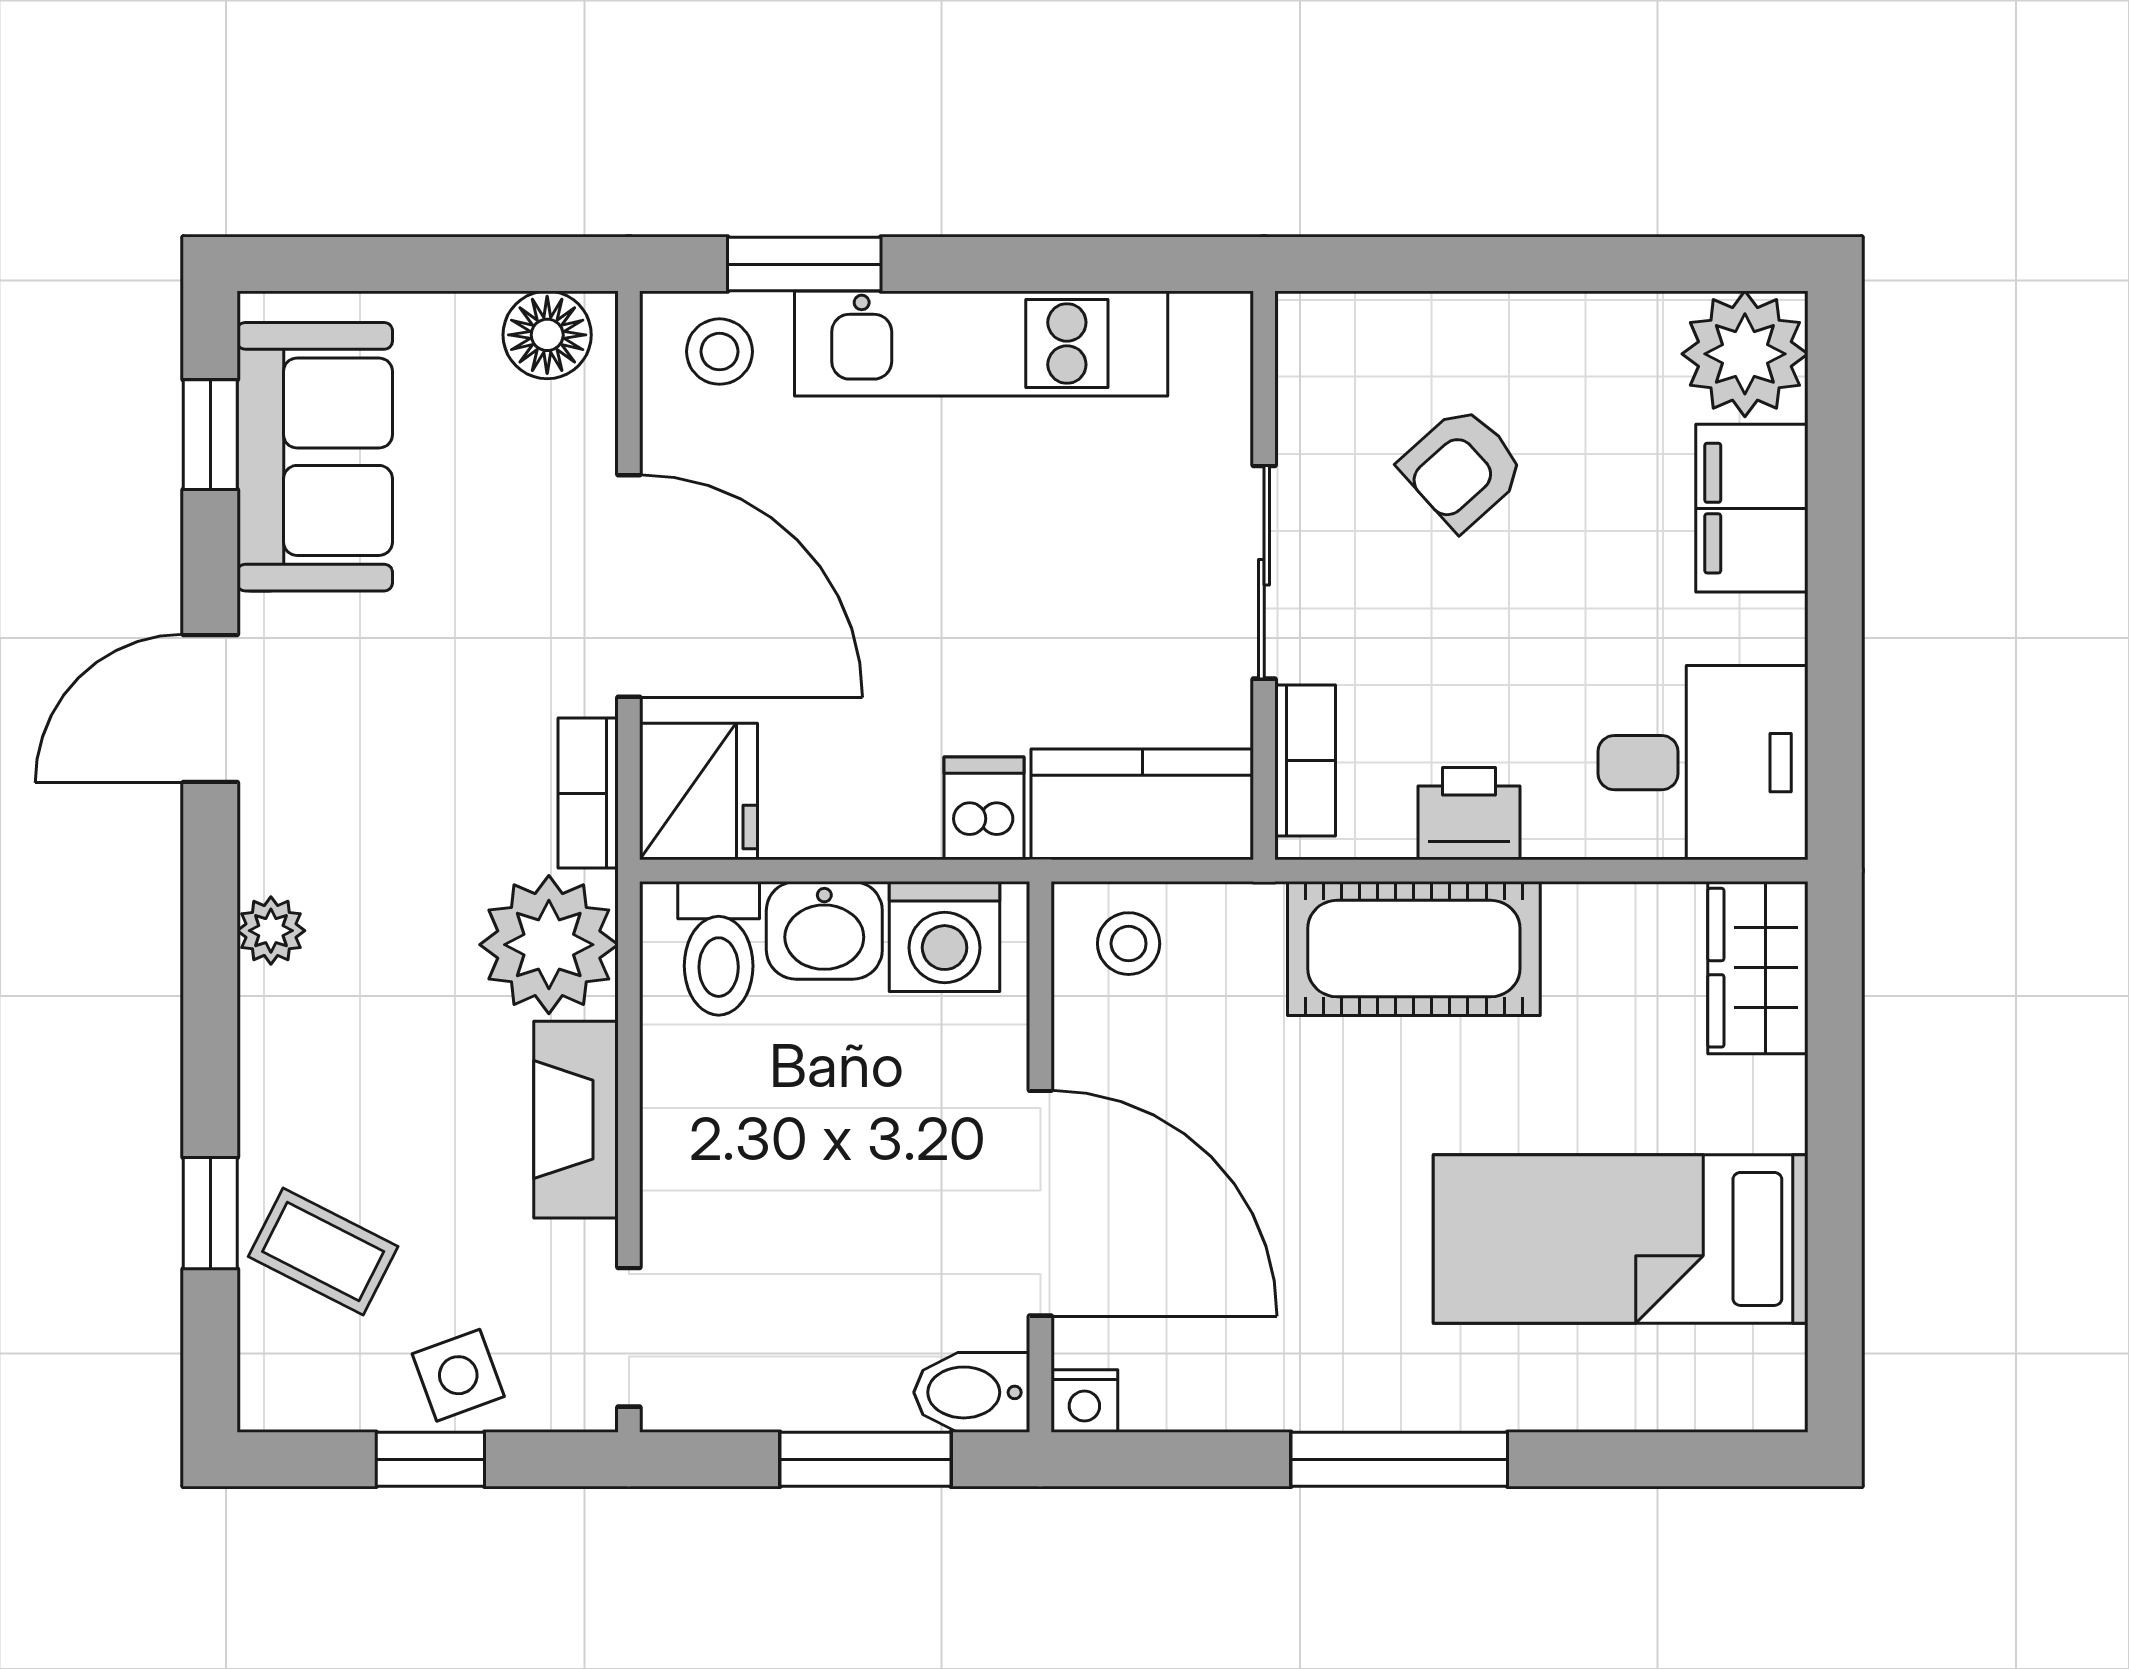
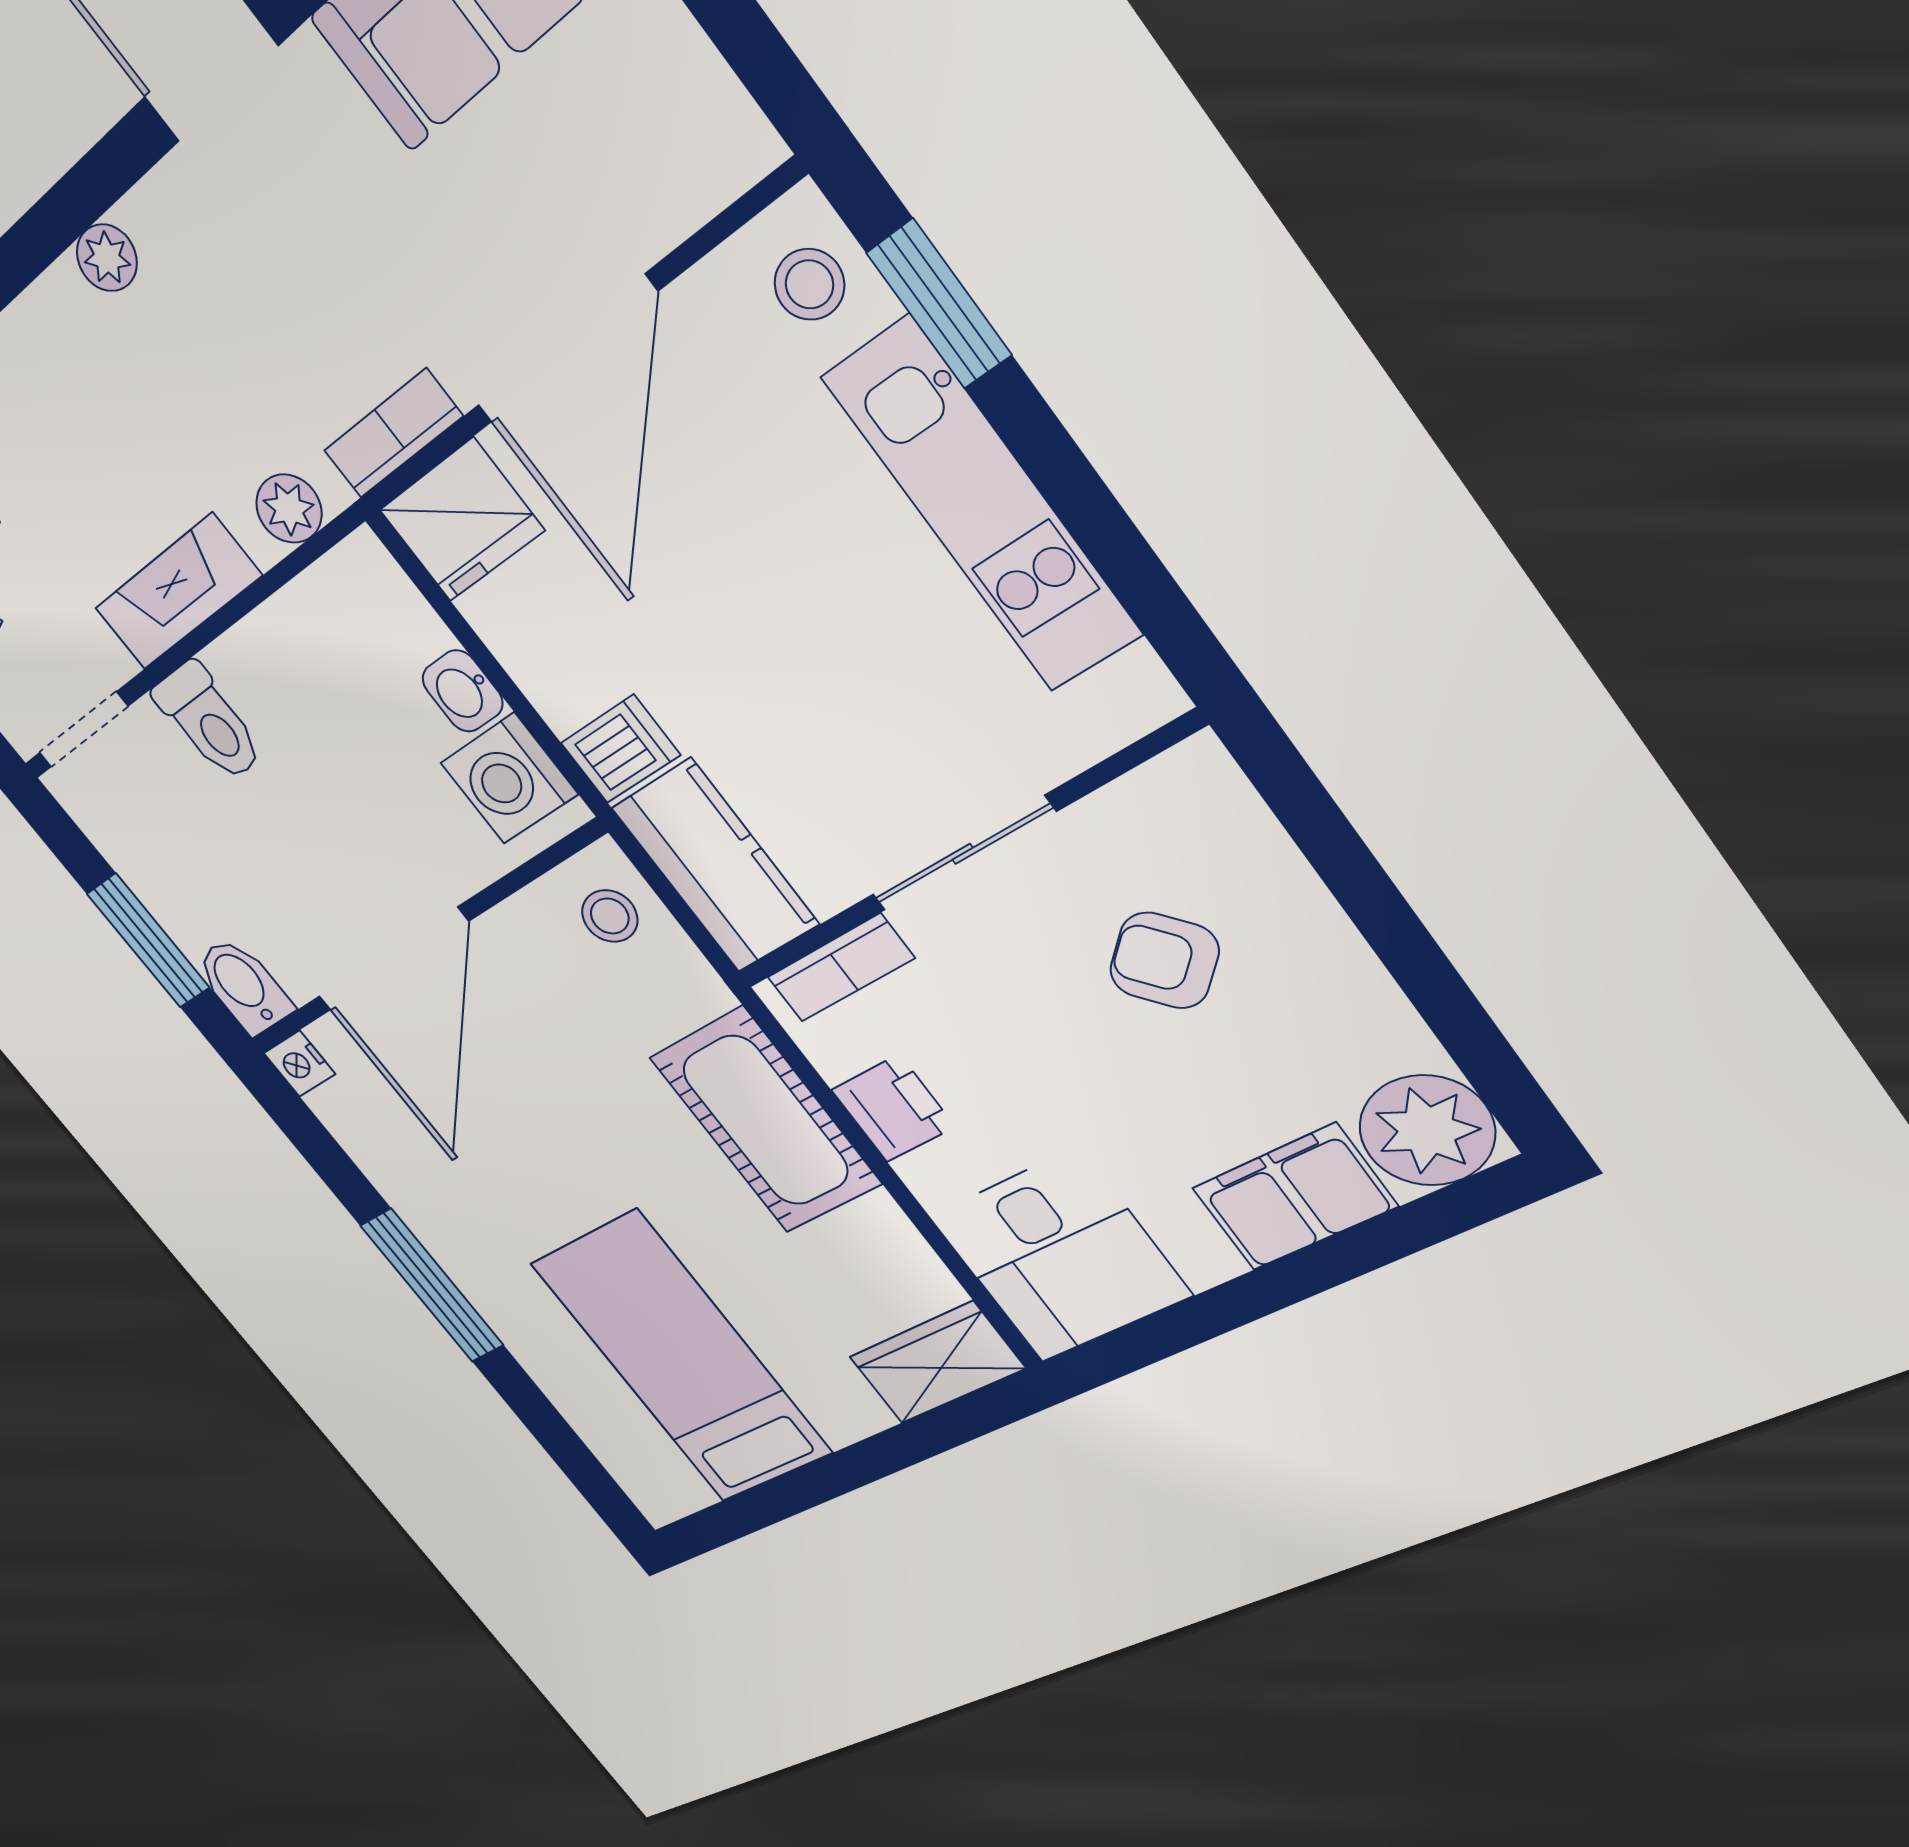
floor lamp: (547, 335) -> (711, 120), removed
washbasin: (824, 930) -> (463, 691), width x0.72, depth x0.69
plant: (549, 945) -> (289, 509), width x0.53, depth x0.53
toilet: (719, 948) -> (209, 722), moved, turned -90

